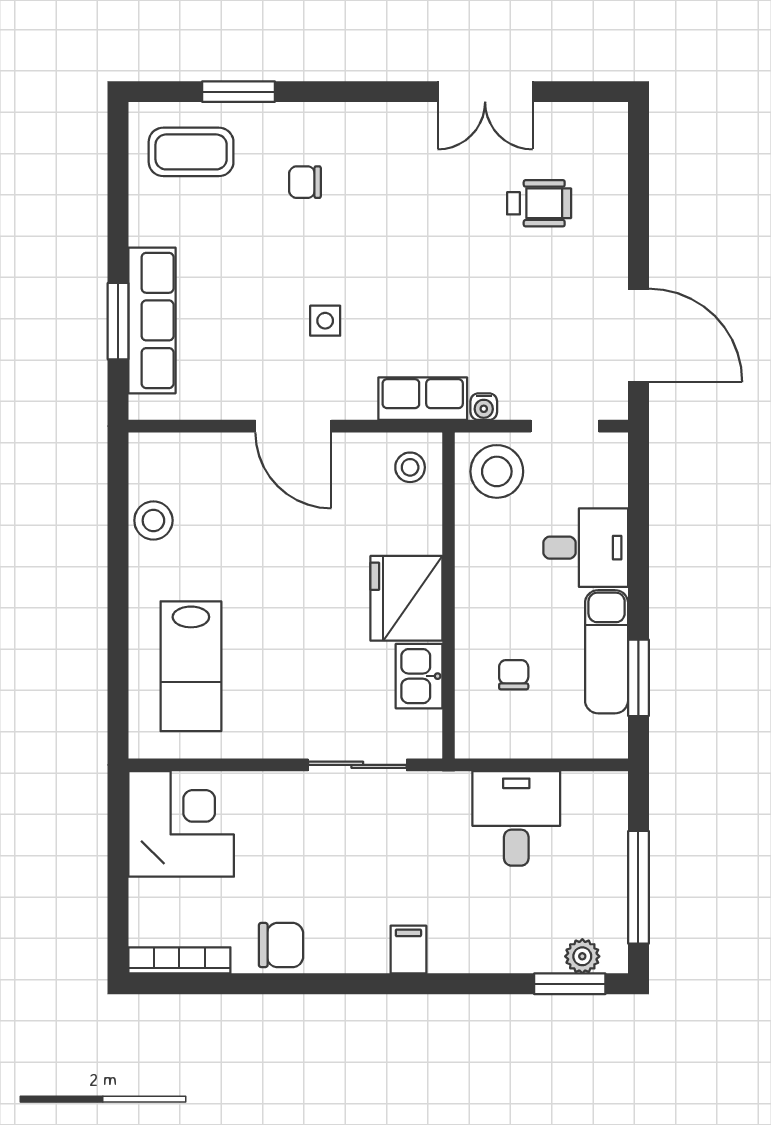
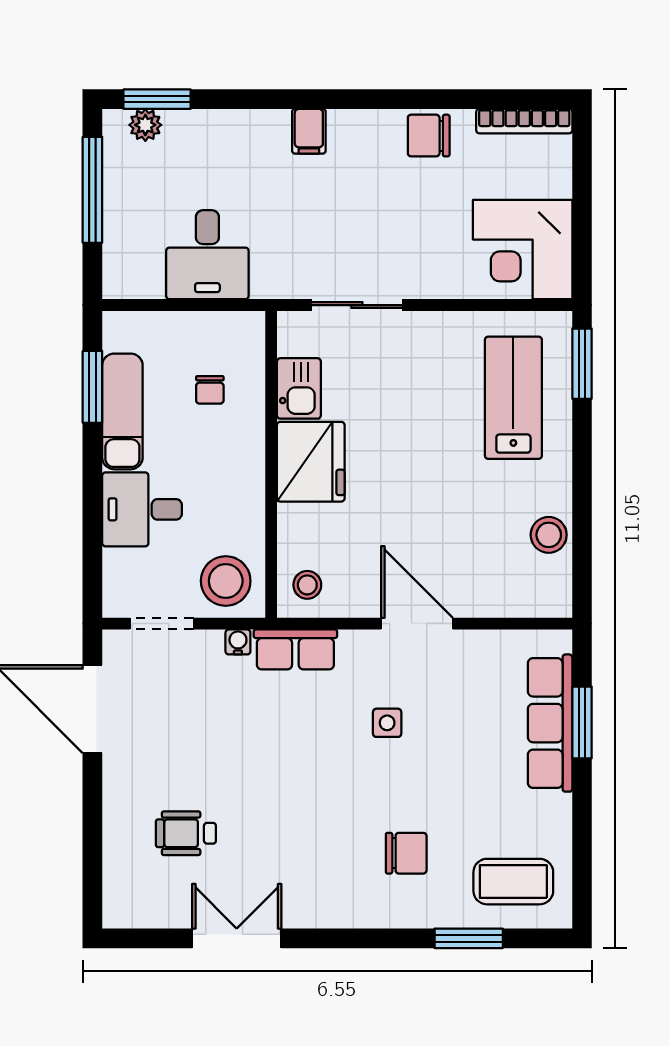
chair: (305, 182) -> (406, 853), width x1.37, depth x1.37
window: (118, 702) -> (582, 364), added

